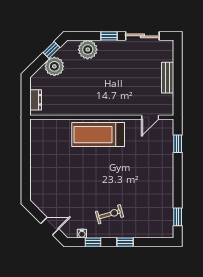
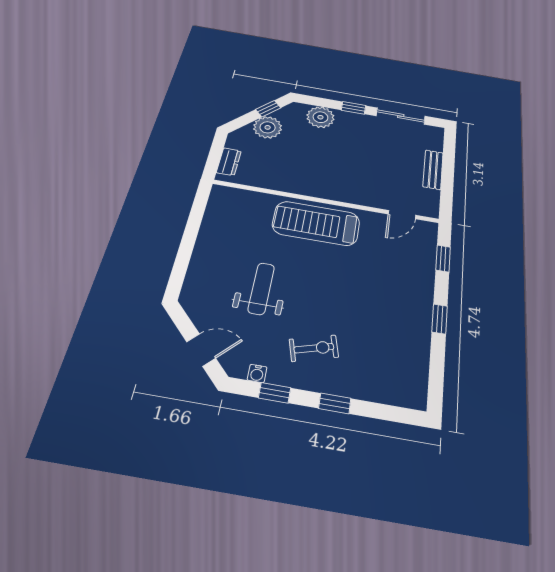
weight bench: (74, 184) -> (261, 288), added
window: (178, 217) -> (440, 319), moved

